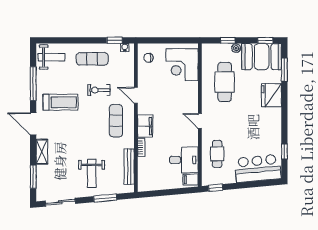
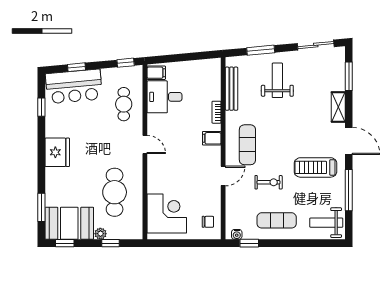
door: (136, 95) -> (223, 176), hinge flipped
fridge: (271, 95) -> (57, 152), moved
filing cabinet: (145, 126) -> (212, 138), width x0.50
window: (256, 184) -> (77, 67), added

